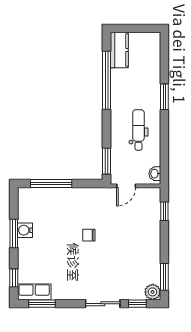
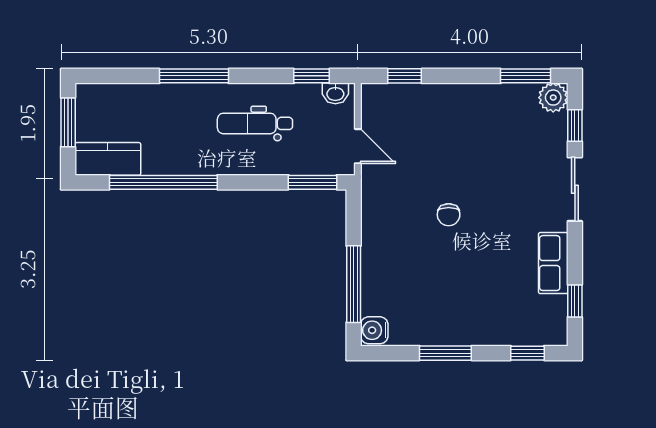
window: (139, 28) -> (68, 122), added
window: (164, 97) -> (194, 76), width x1.44
window: (164, 161) -> (312, 76), added
water cooler: (25, 230) -> (374, 330), moved, turned 90
row of seats: (34, 292) -> (553, 263), moved
window: (42, 304) -> (575, 301), width x0.67

